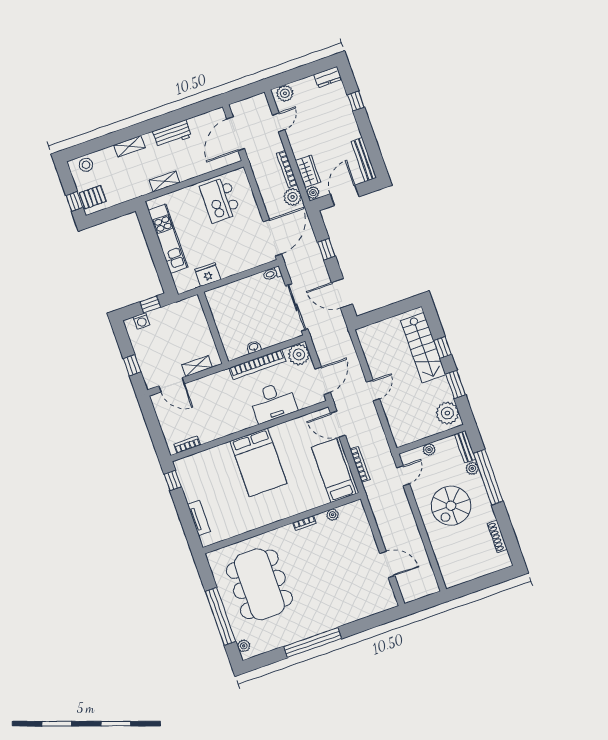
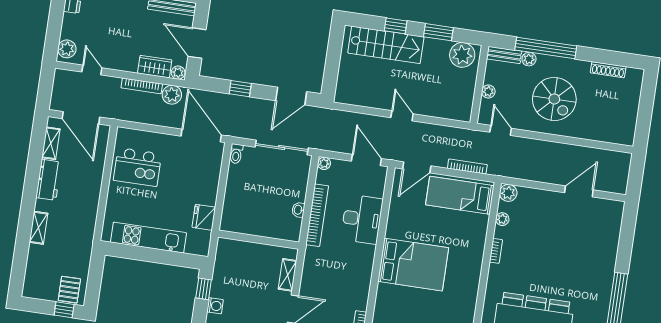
stool: (86, 165) -> (34, 280), removed
shelving: (165, 181) -> (51, 143), moved
plant: (299, 354) -> (324, 163), width x0.53, depth x0.53
plant: (356, 508) -> (508, 193), added

